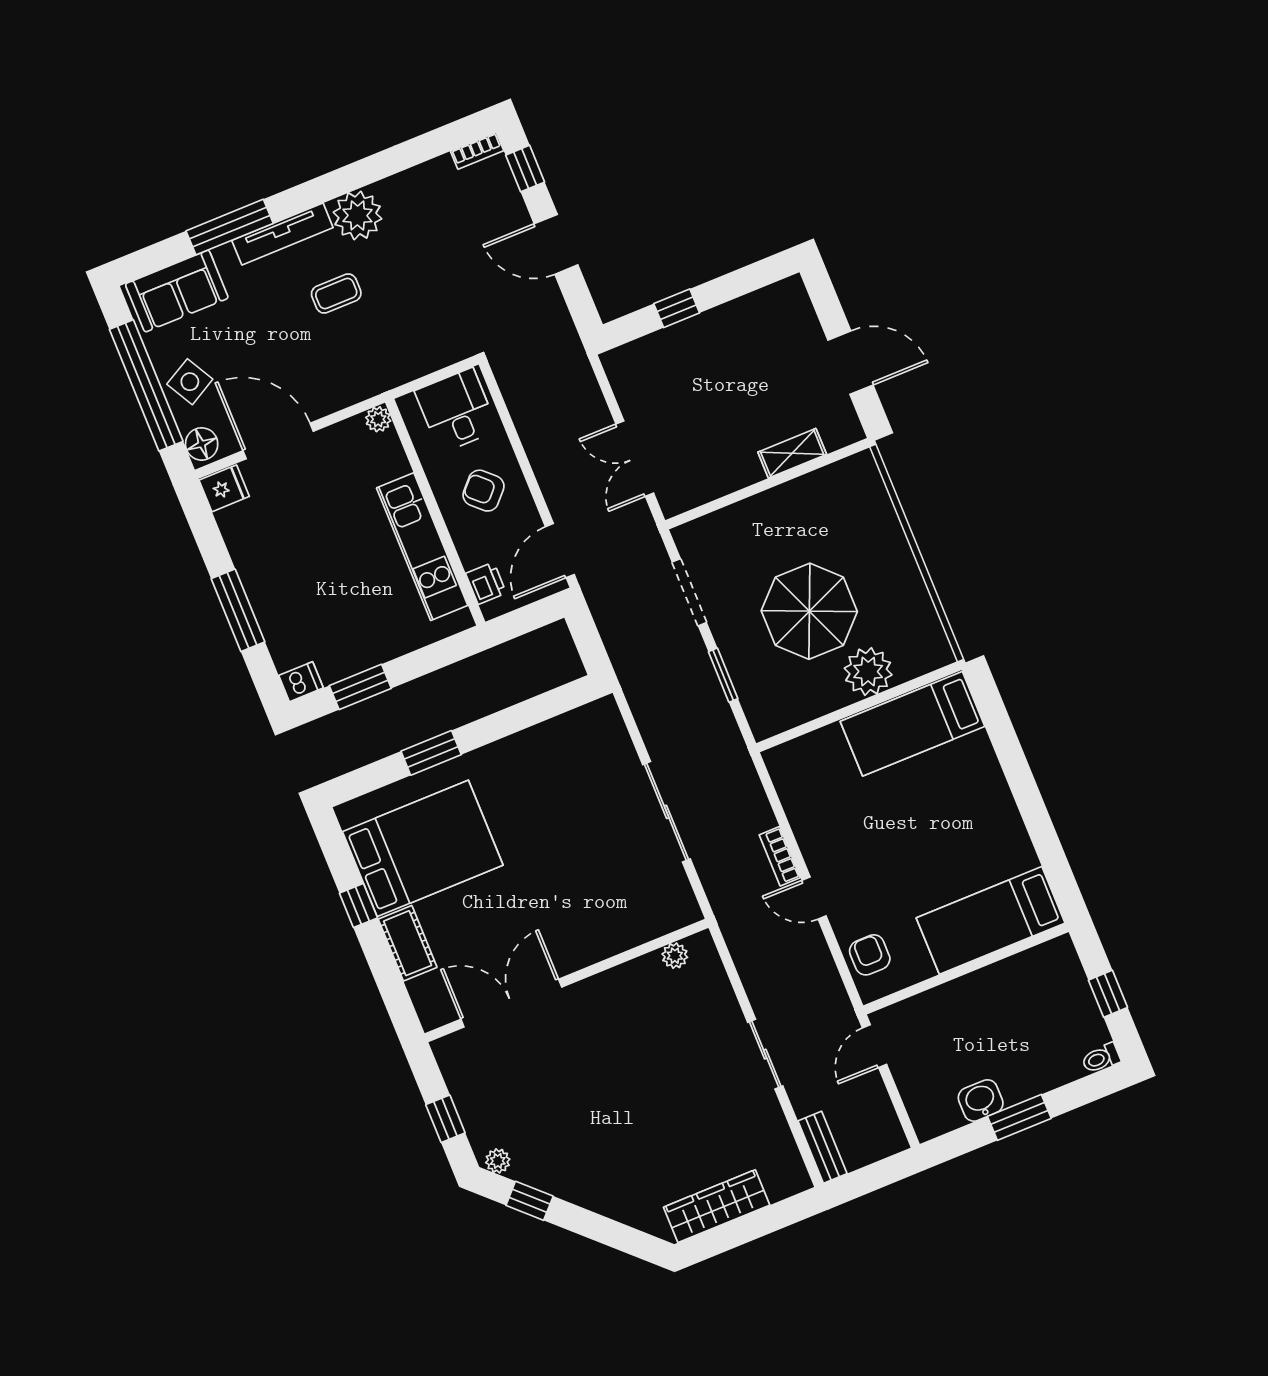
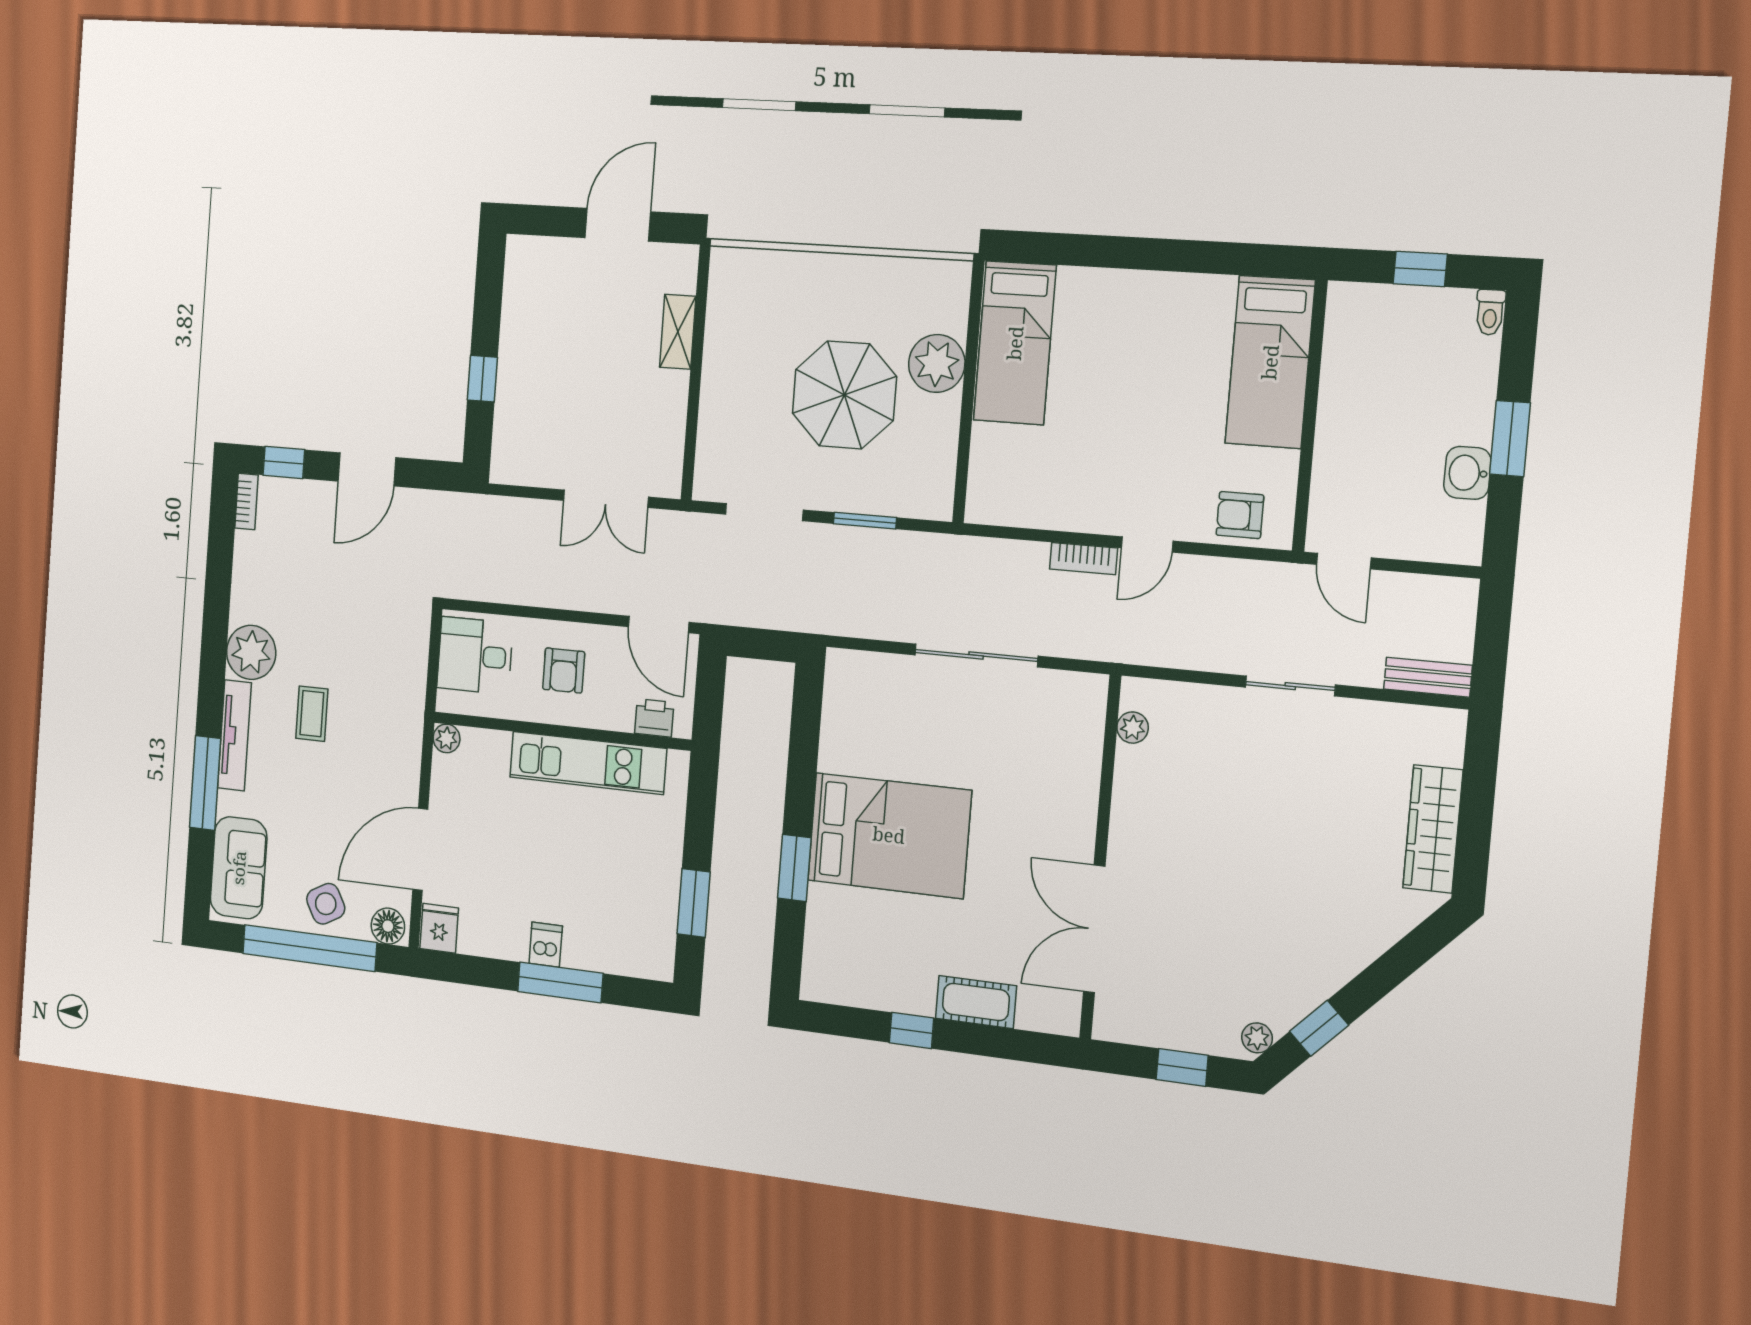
armchair: (484, 491) -> (564, 671), turned -43
dishwasher: (301, 682) -> (546, 945), moved
bed: (423, 848) -> (889, 835), moved, turned 90

